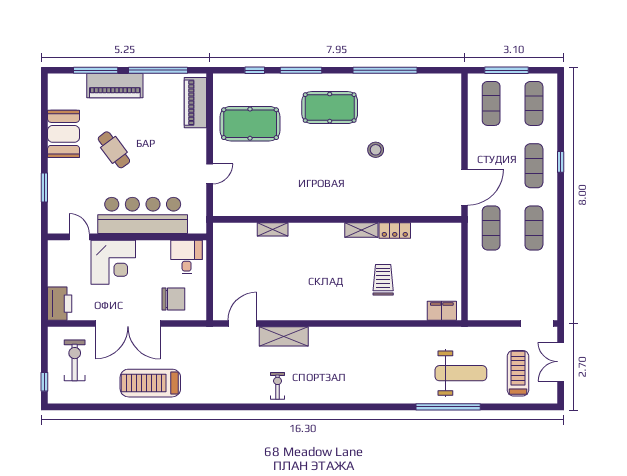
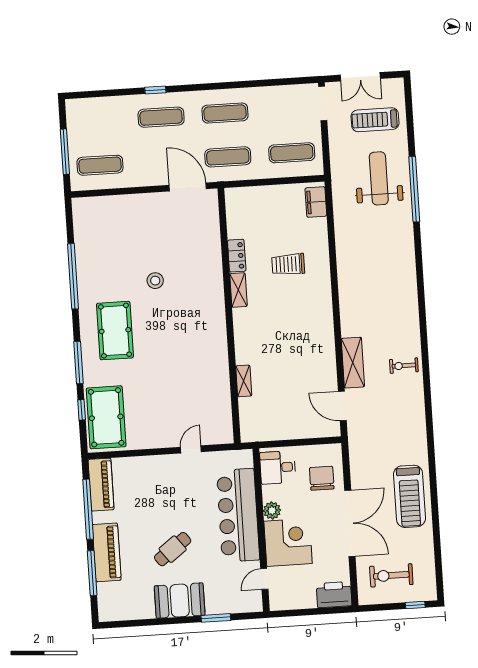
piano: (195, 103) -> (101, 485), moved, turned -90
exercise mat: (534, 103) -> (292, 153), moved
pool table: (250, 124) -> (106, 417), moved
booth: (64, 134) -> (180, 601), moved
door: (210, 174) -> (191, 449), hinge flipped
plant: (145, 249) -> (272, 510), added

